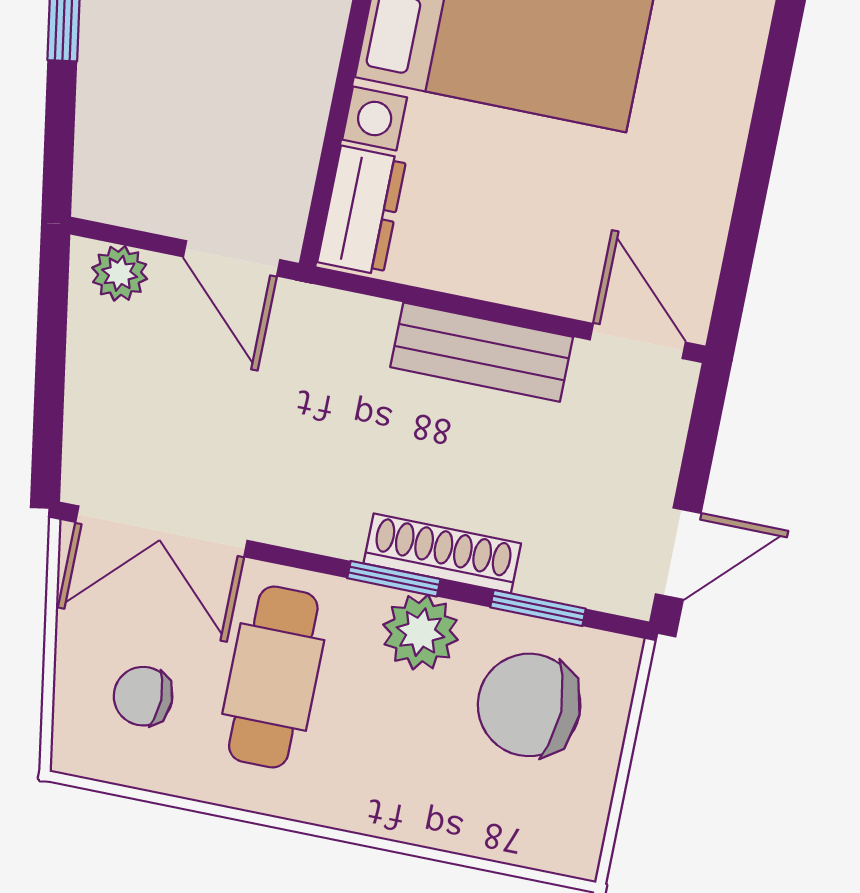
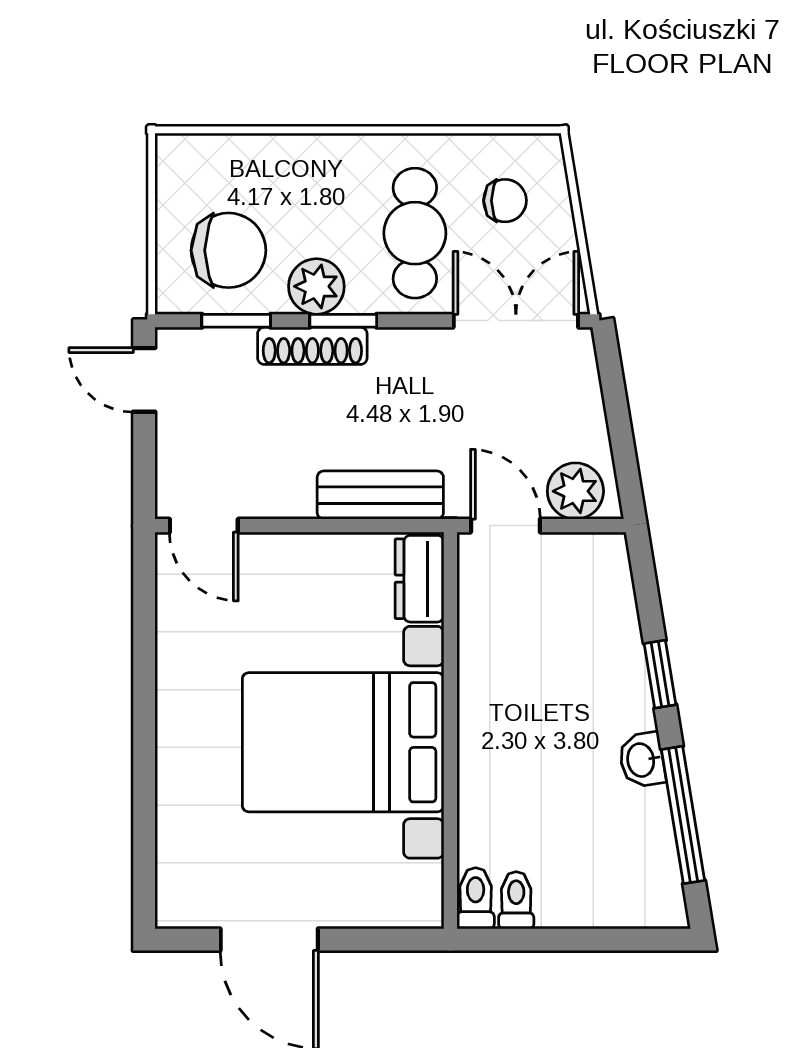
plant: (120, 273) -> (575, 491), width x1.38, depth x1.38
bench: (482, 352) -> (380, 495), moved
door: (678, 554) -> (144, 380), hinge flipped

